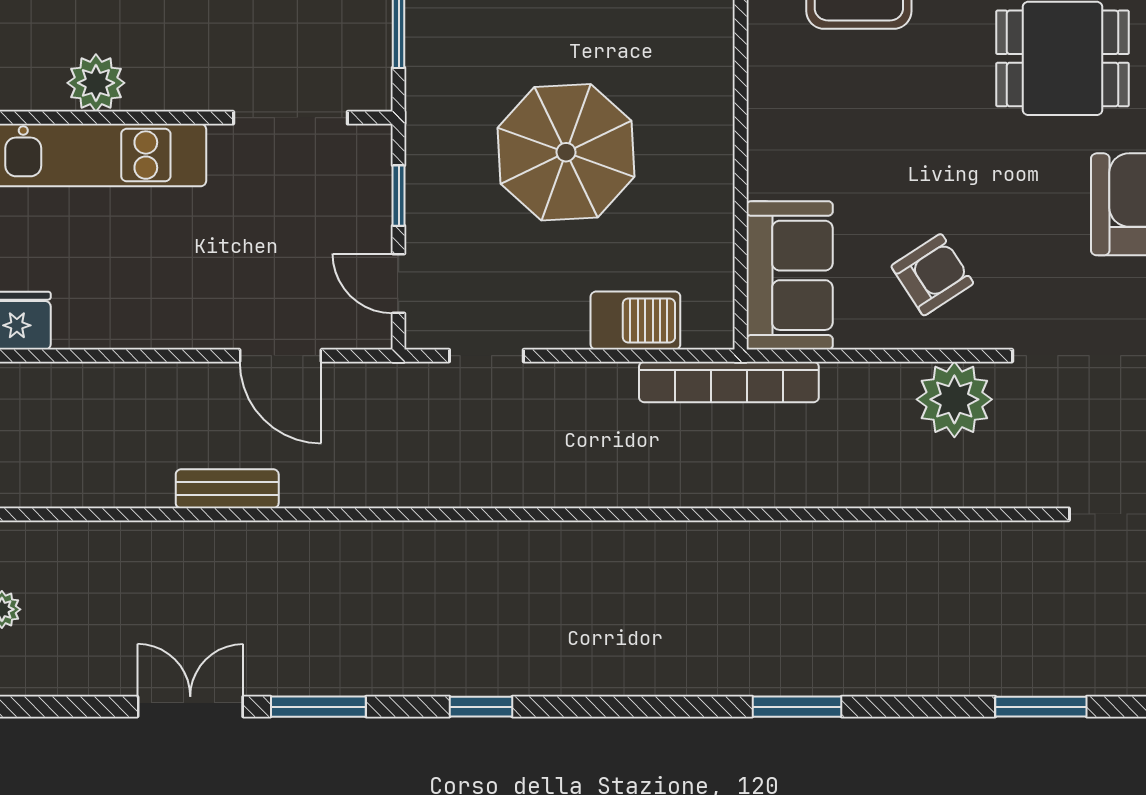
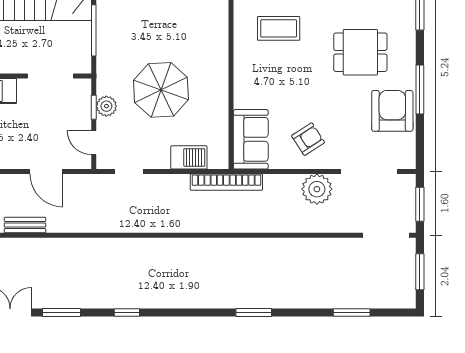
plant: (430, 193) -> (106, 106), added

